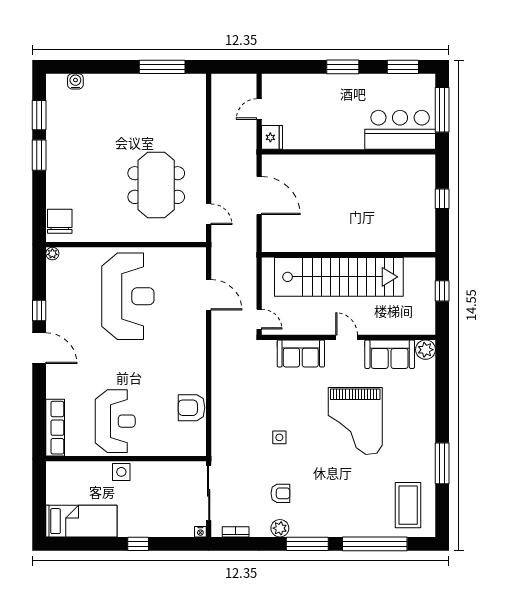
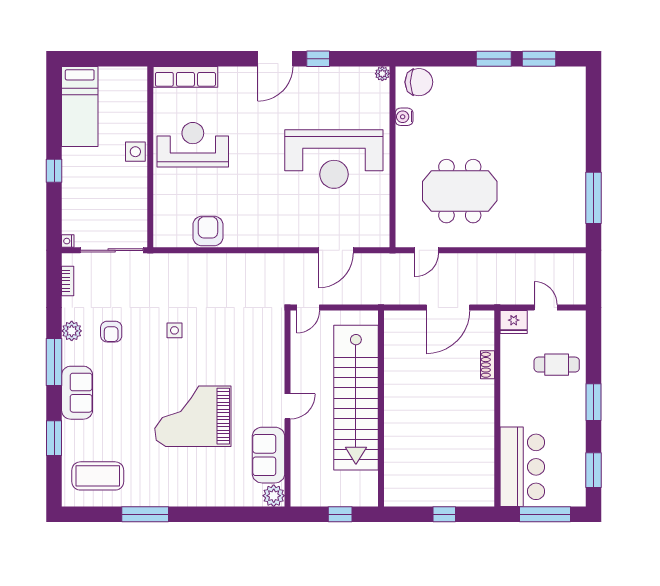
water cooler: (75, 81) -> (404, 117), moved, turned 180
cafe table: (310, 99) -> (557, 365), added
shoe rack: (310, 161) -> (488, 365), added
sofa: (301, 353) -> (77, 393), moved, turned 180
reception desk: (115, 421) -> (193, 145), turned 180
window: (375, 544) -> (54, 438), width x0.47

